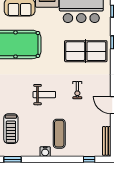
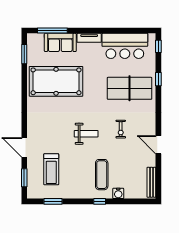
water cooler: (45, 152) -> (118, 193), moved
window: (89, 159) -> (100, 201), moved

